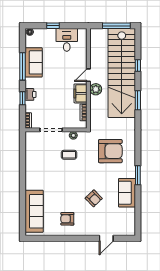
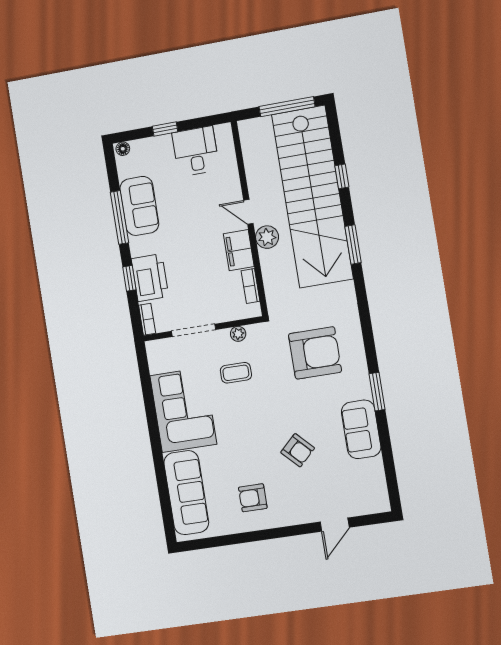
door: (88, 75) -> (248, 212), hinge flipped
printer: (30, 94) -> (150, 278), width x1.87, depth x1.48
corner sofa: (39, 169) -> (183, 410), added

